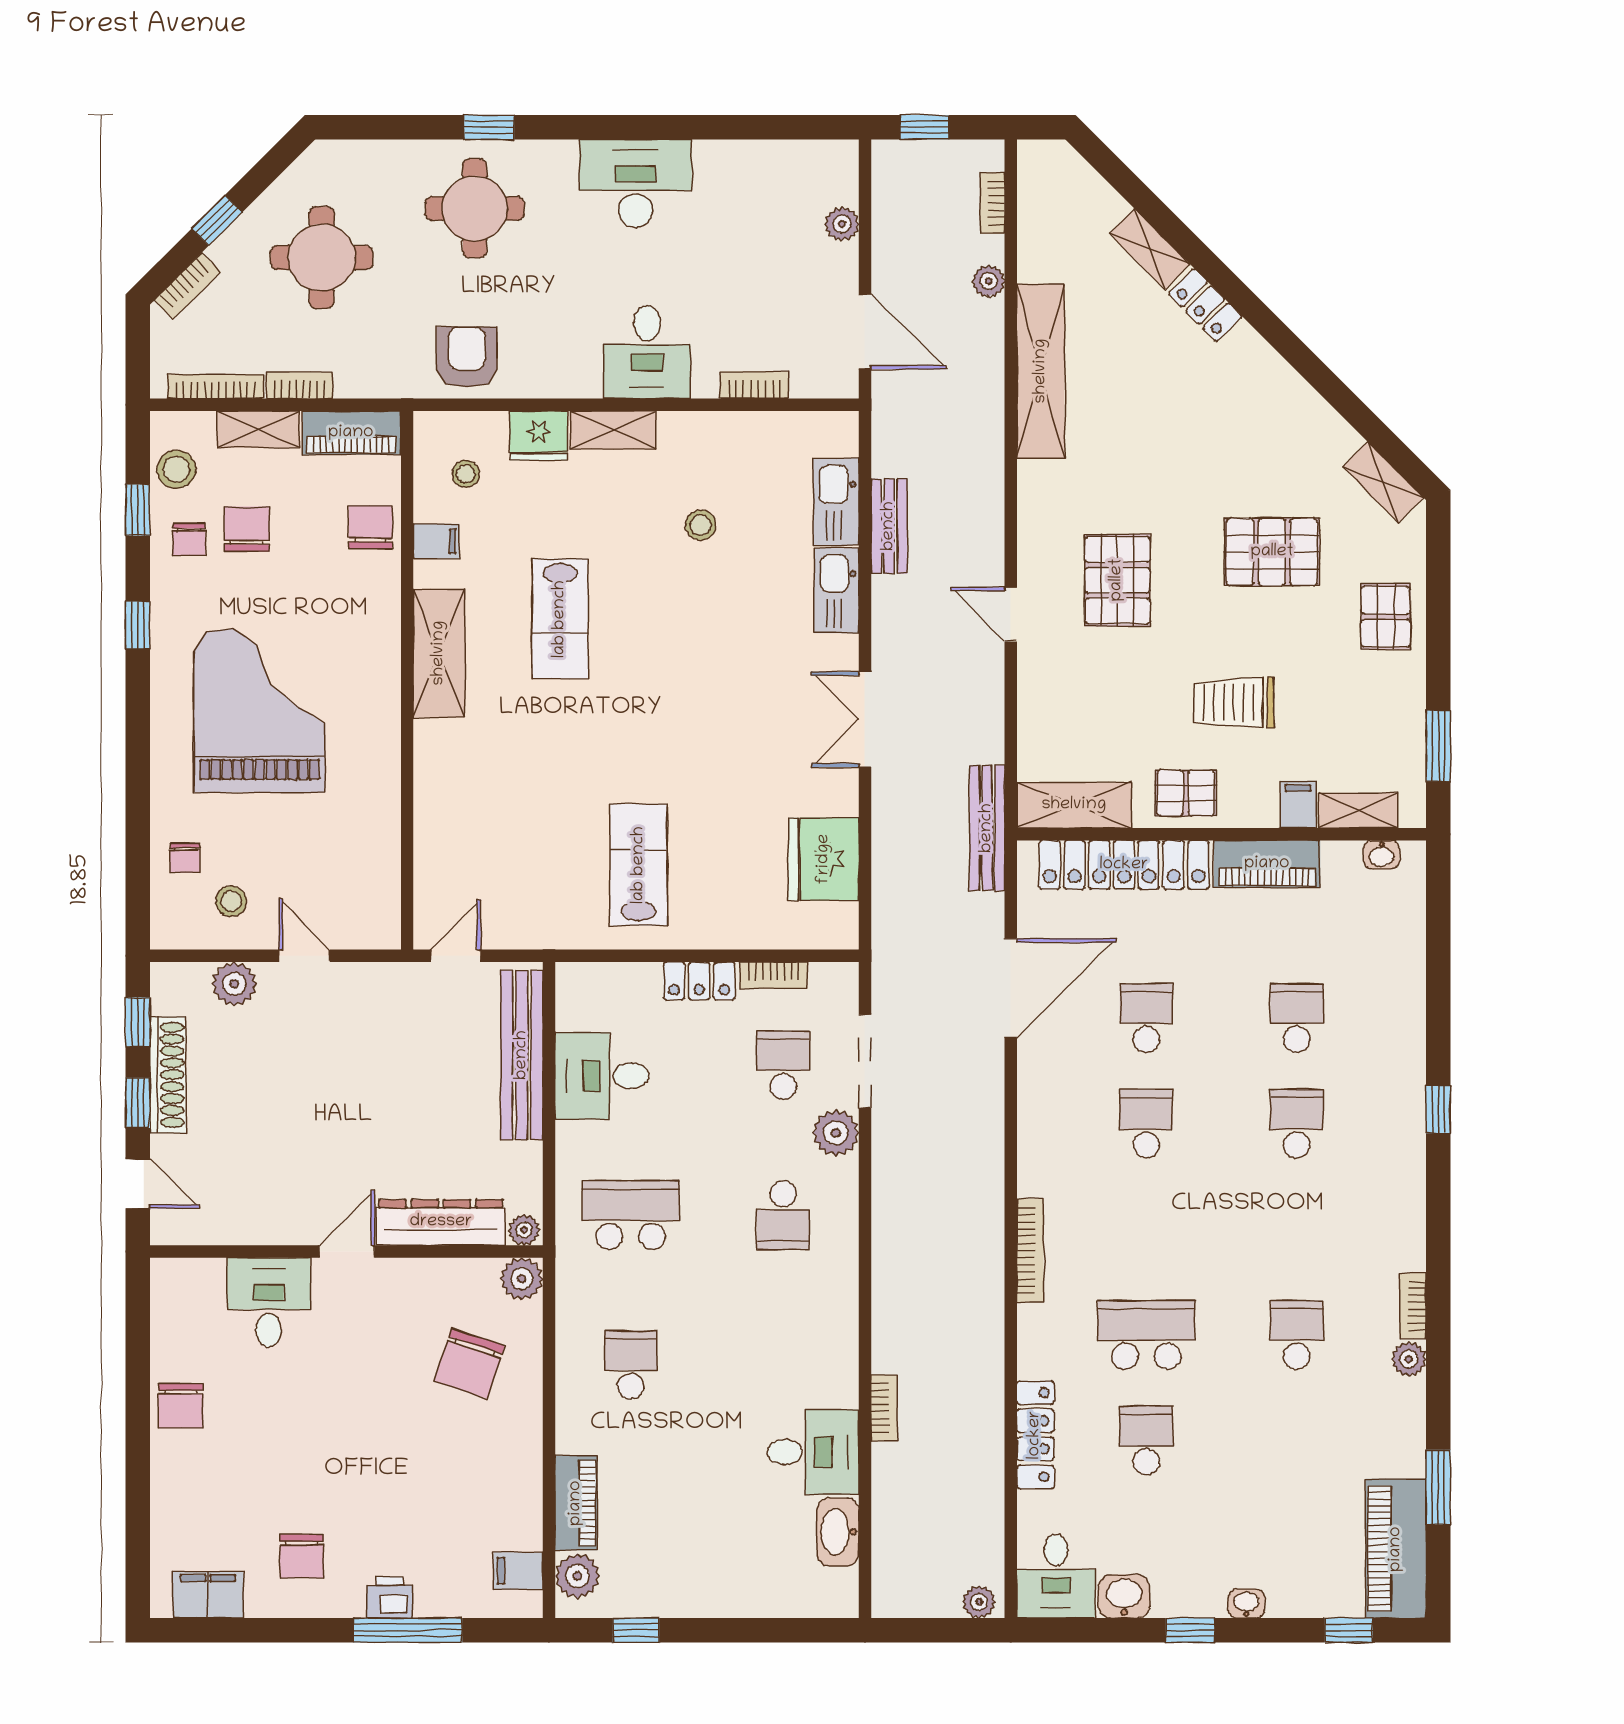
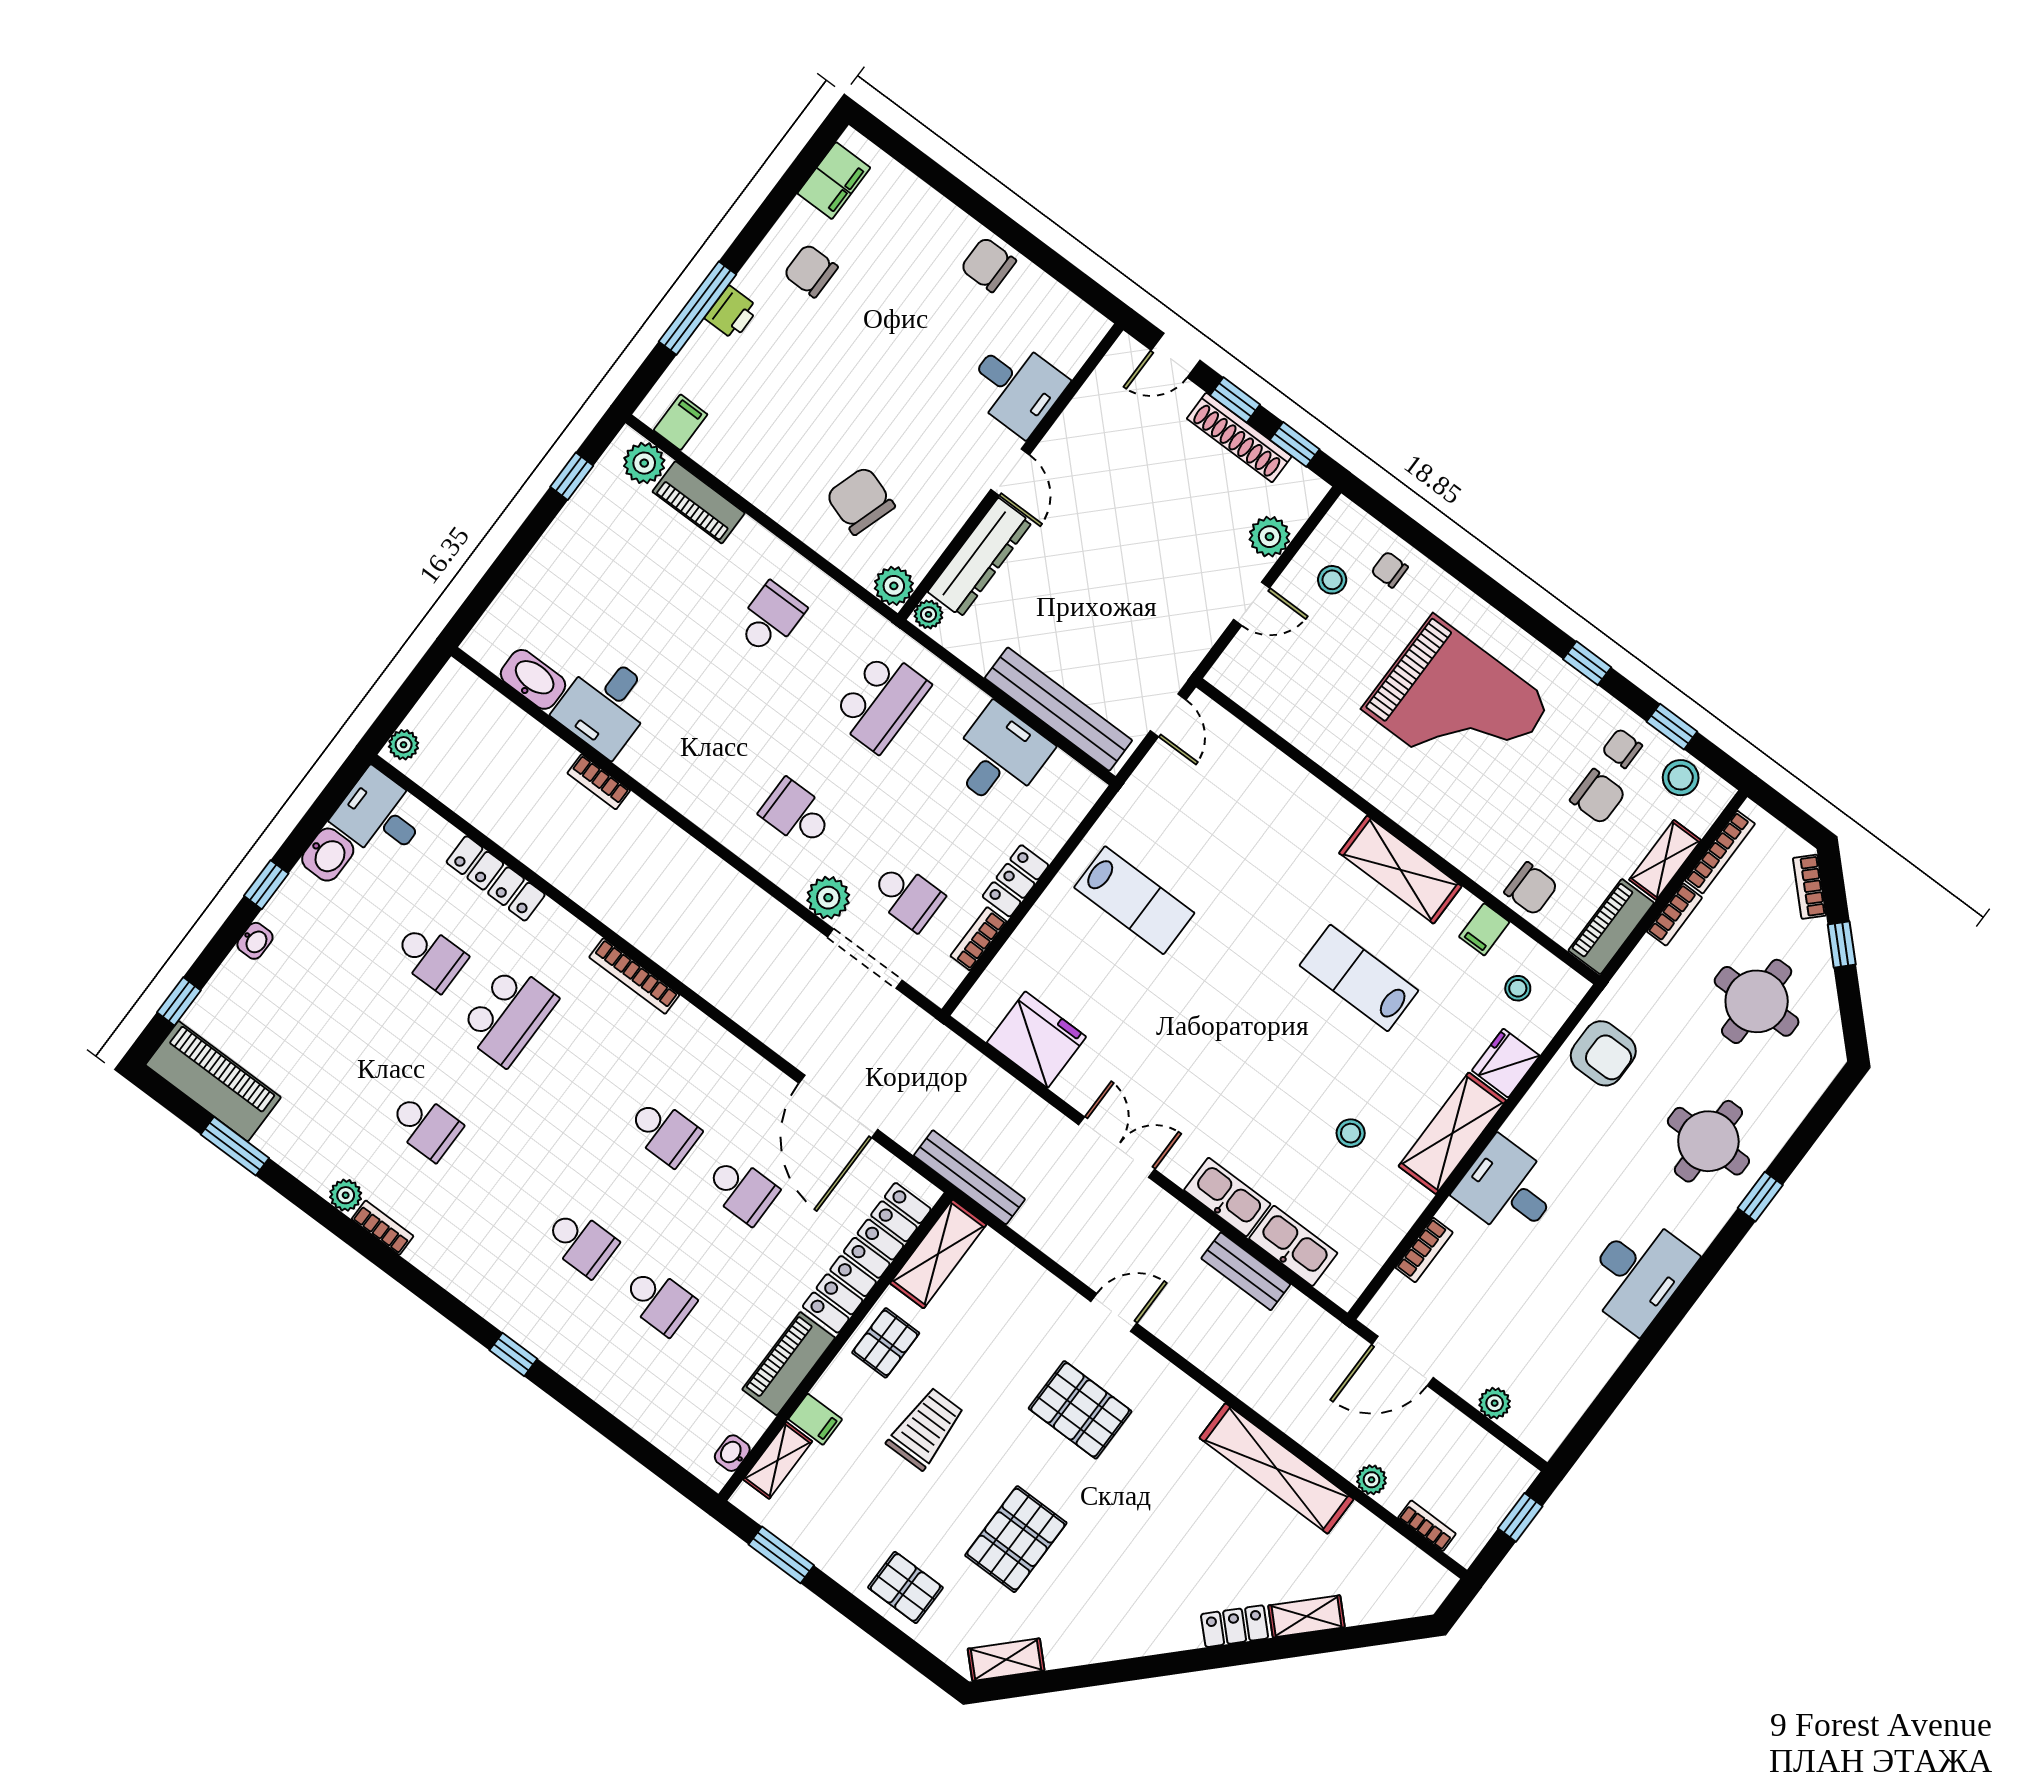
shelving: (613, 430) -> (1452, 1133), width x1.50, depth x1.33
school desk: (631, 1365) -> (770, 619), turned -90

